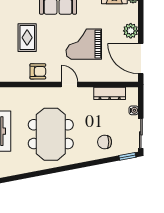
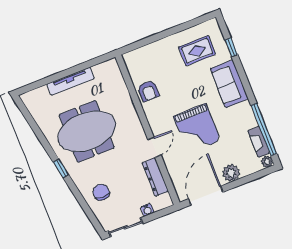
rug: (27, 38) -> (197, 51), moved
grand piano: (84, 44) -> (197, 128), turned 180
door: (70, 85) -> (154, 147), moved
window: (127, 156) -> (61, 168), moved

